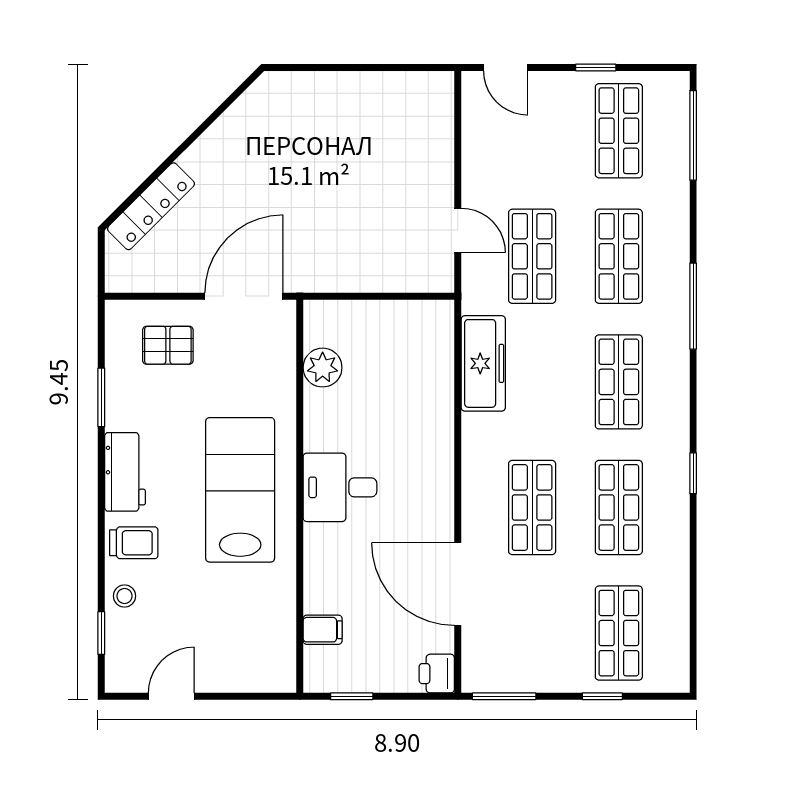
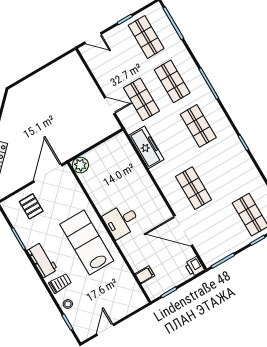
pallet: (168, 345) -> (31, 206), turned 90
plant: (323, 368) -> (80, 165), moved
shop shelf: (619, 507) -> (224, 170), removed

